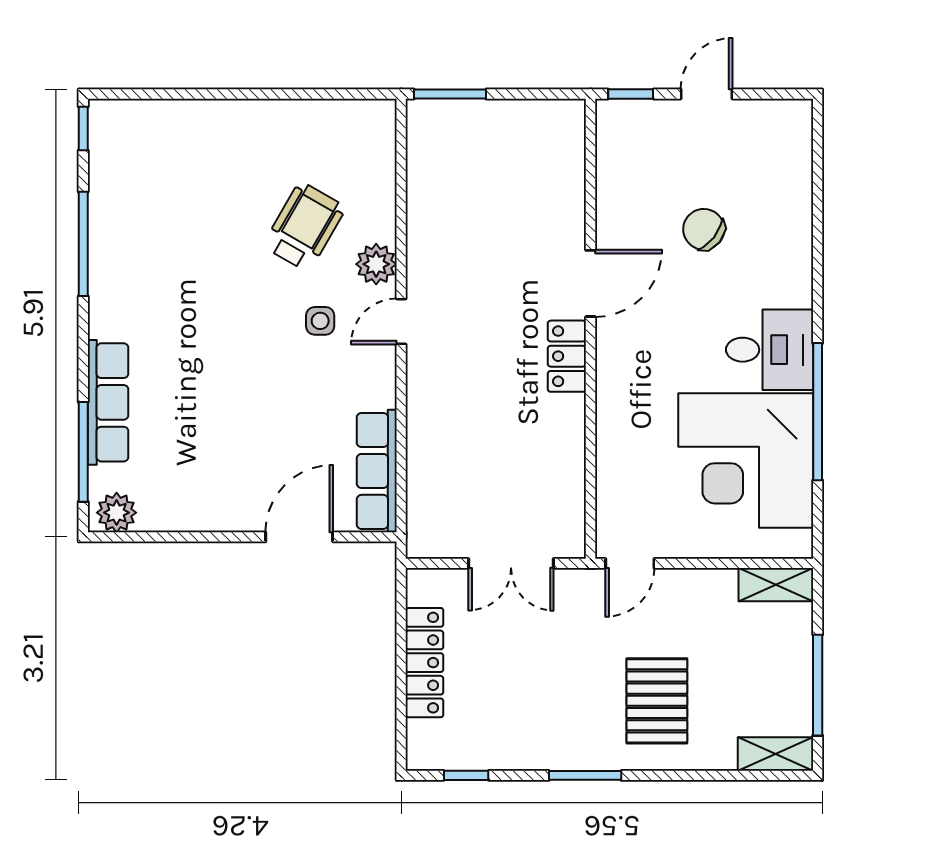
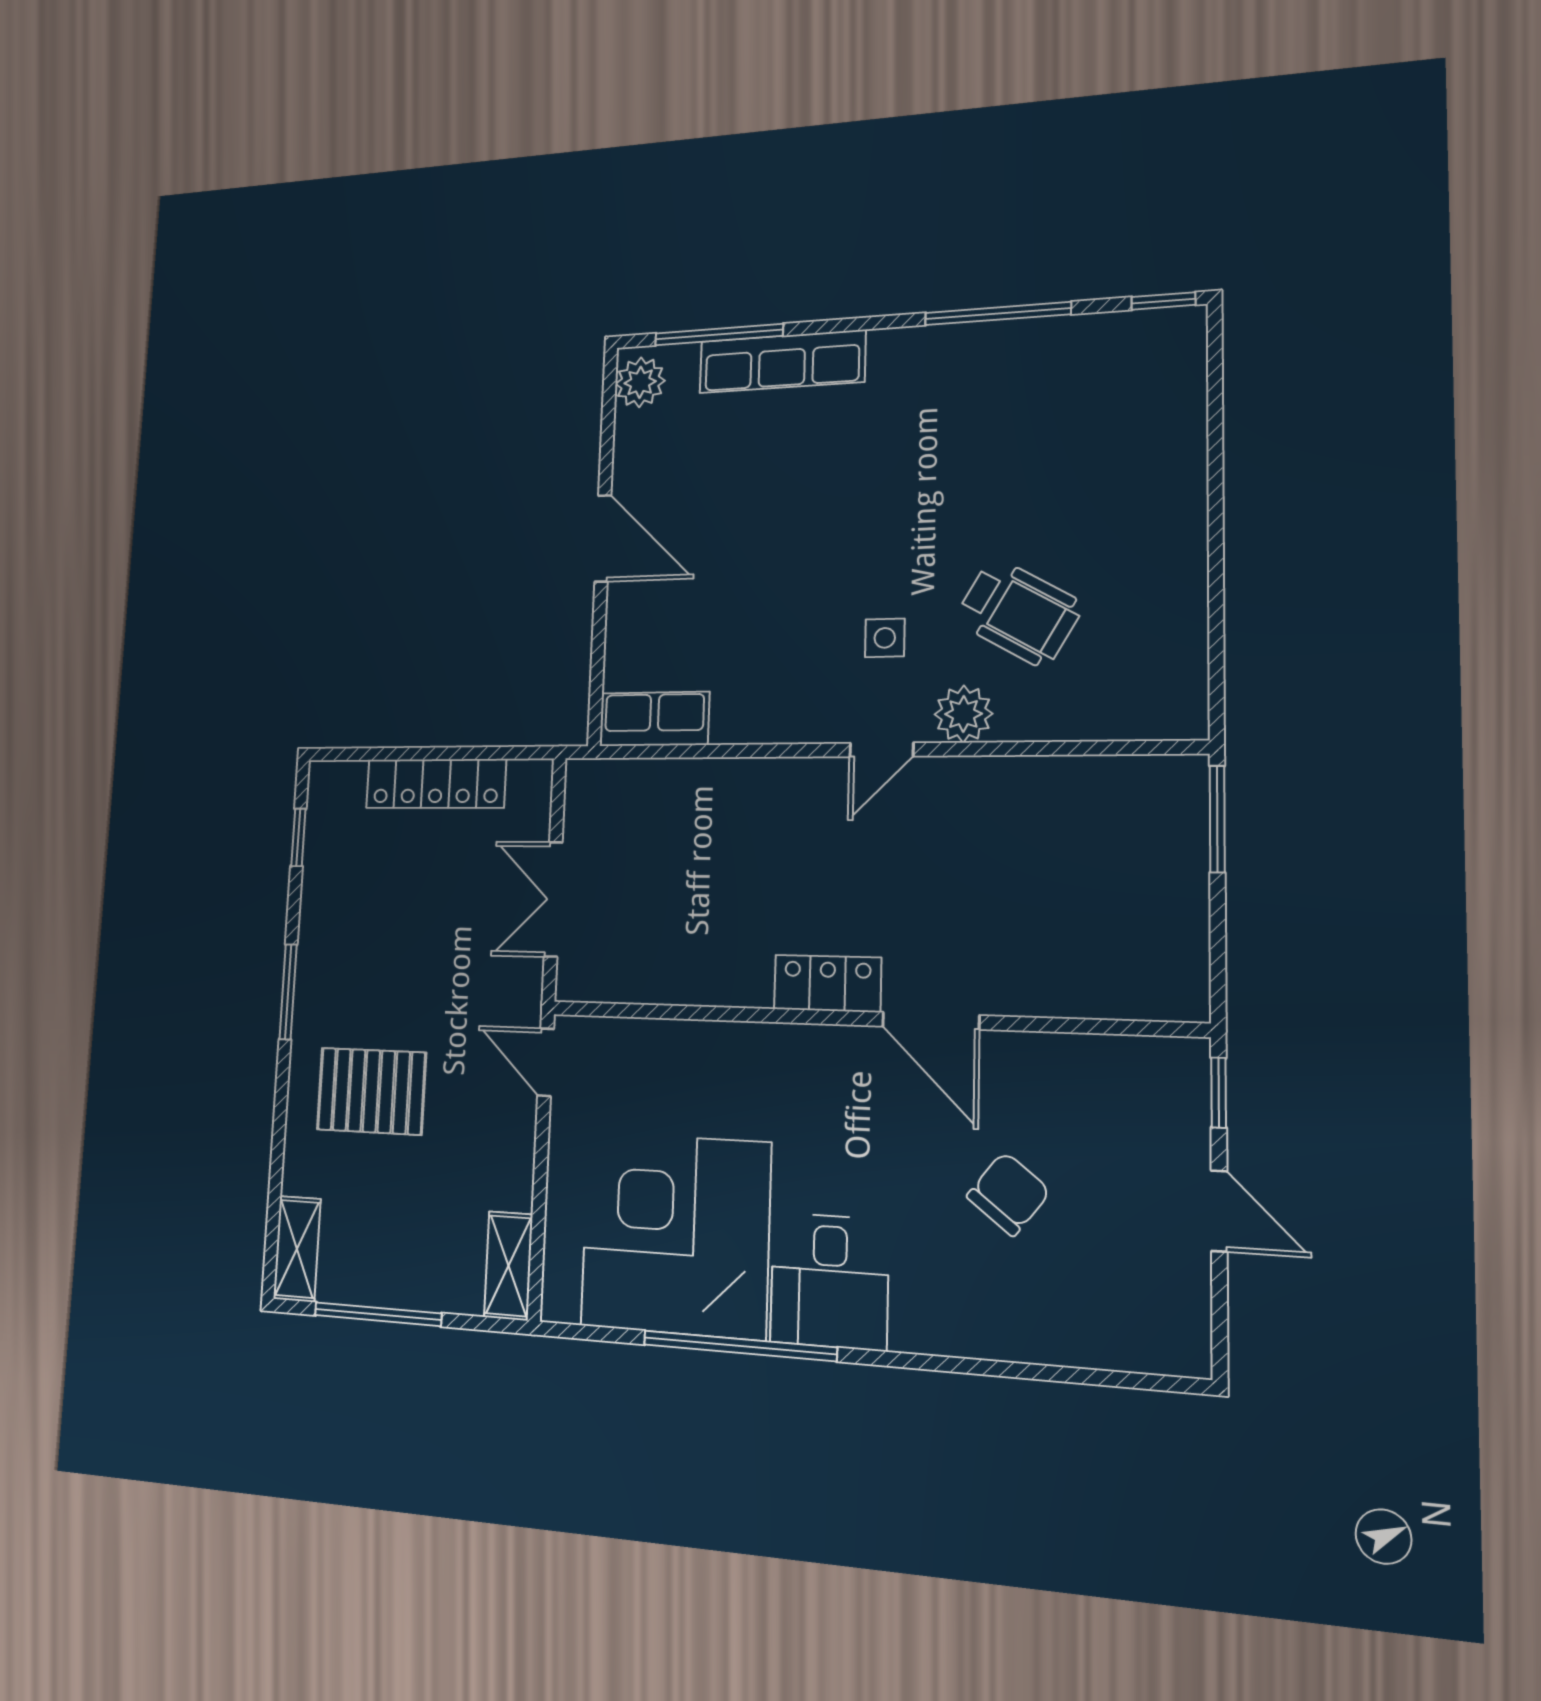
door: (401, 321) -> (882, 750), swing flipped
row of seats: (377, 471) -> (654, 719), width x0.68
door: (299, 537) -> (603, 538), moved

